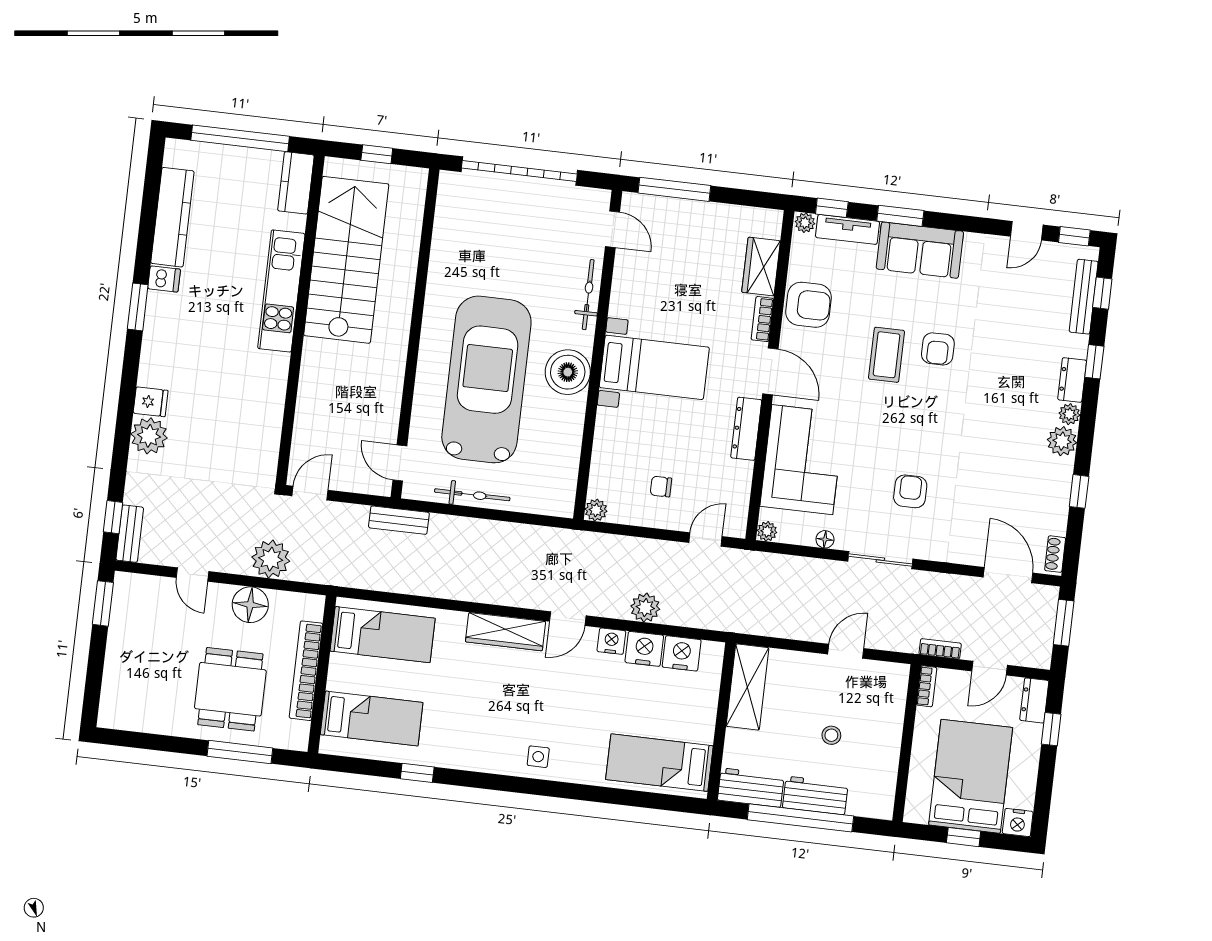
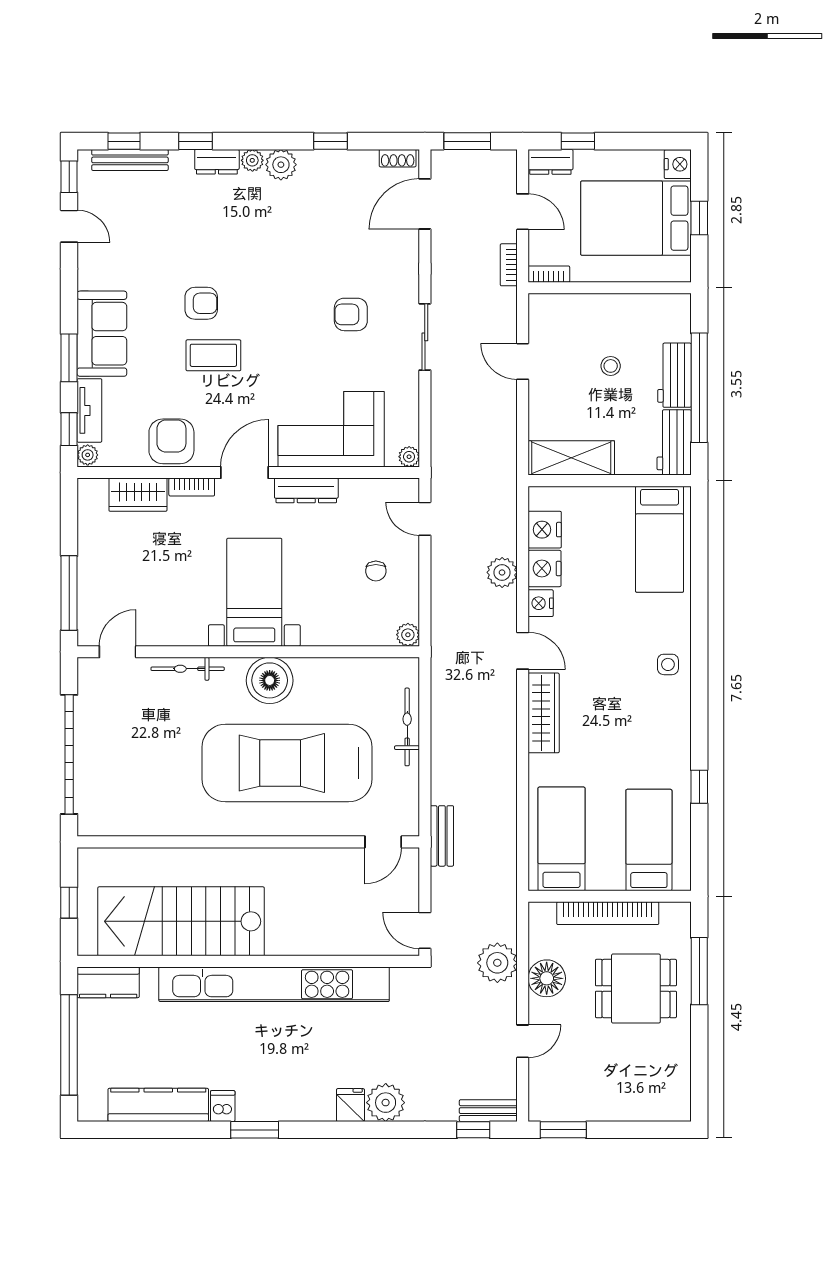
kitchen unit: (281, 291) -> (274, 984), width x1.86
bicycle: (472, 495) -> (407, 727), moved
floor lamp: (825, 539) -> (410, 396), removed

